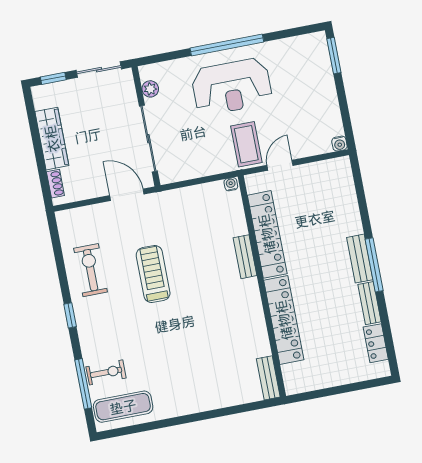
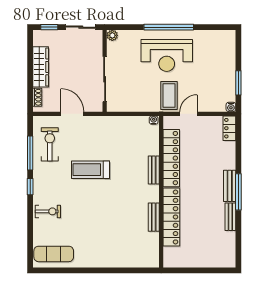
window: (334, 56) -> (238, 83), moved
plant: (150, 89) -> (112, 35), moved
door: (127, 195) -> (72, 114), moved
exercise bike: (91, 270) -> (50, 144), moved
treadmill: (153, 274) -> (91, 170), turned -90
locker: (376, 343) -> (229, 128), moved
exercise bike: (106, 372) -> (48, 211), moved
bench: (268, 378) -> (154, 217), moved
window: (83, 384) -> (30, 153), moved

